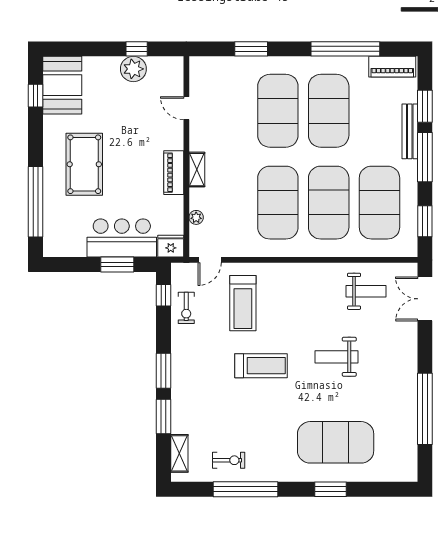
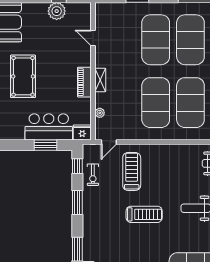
treadmill: (243, 303) -> (132, 171), turned 180
window: (163, 371) -> (77, 203), moved

